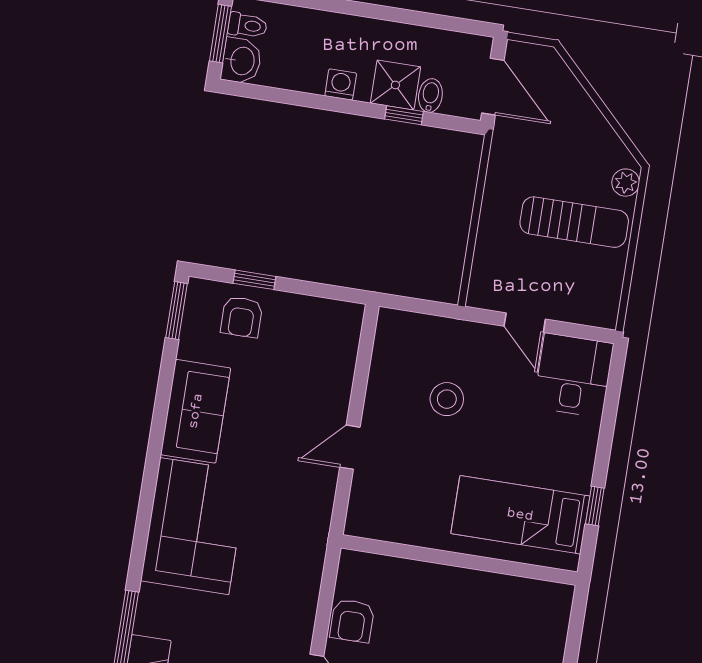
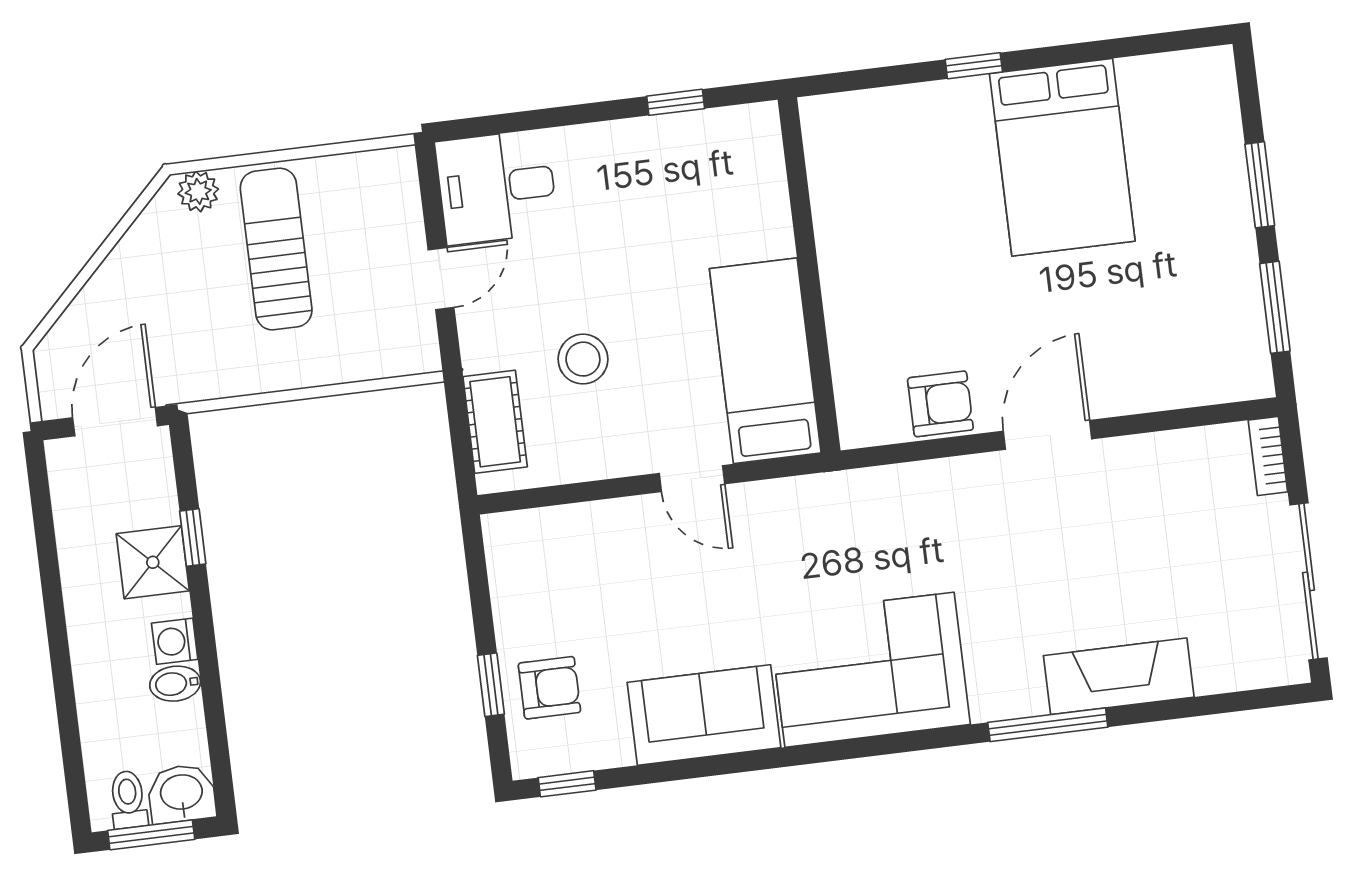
bidet: (430, 96) -> (175, 684), moved
window: (177, 311) -> (567, 784), width x0.67
cot: (423, 331) -> (495, 422), added
bed: (520, 515) -> (765, 361), moved, turned 180

